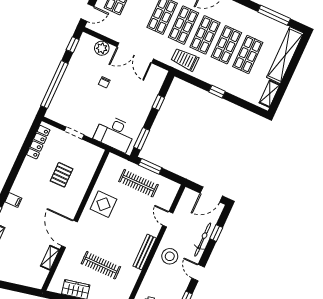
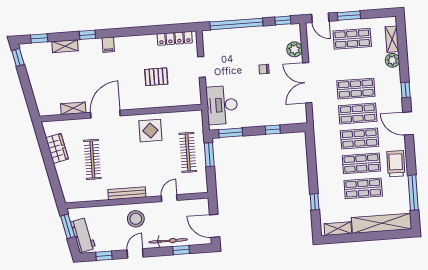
trolley: (185, 60) -> (396, 164), moved
window: (217, 92) -> (315, 202), moved

